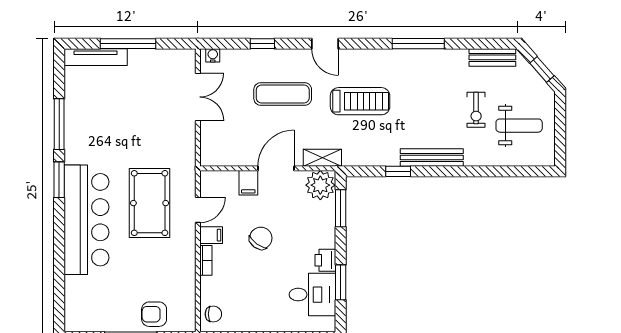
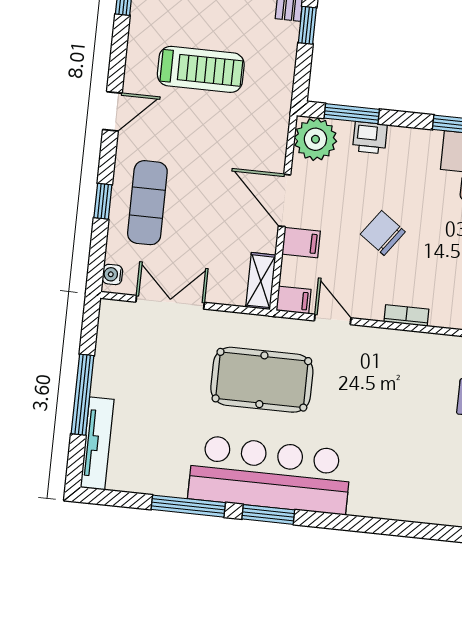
exercise mat: (283, 94) -> (147, 203), moved
treadmill: (360, 101) -> (201, 69), turned 90
shelving: (322, 158) -> (261, 281), moved
pool table: (150, 203) -> (262, 380), moved
bar counter: (86, 220) -> (270, 475), moved
filing cabinet: (211, 235) -> (294, 300), moved, turned 90
printer: (325, 260) -> (370, 138), moved

